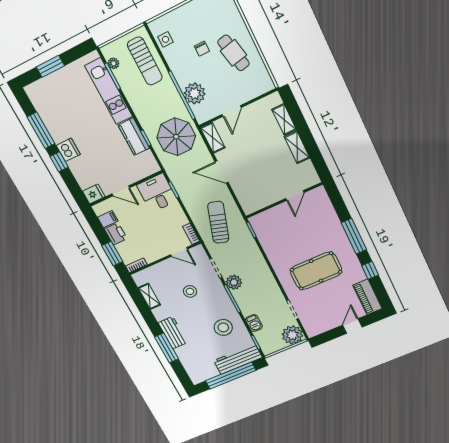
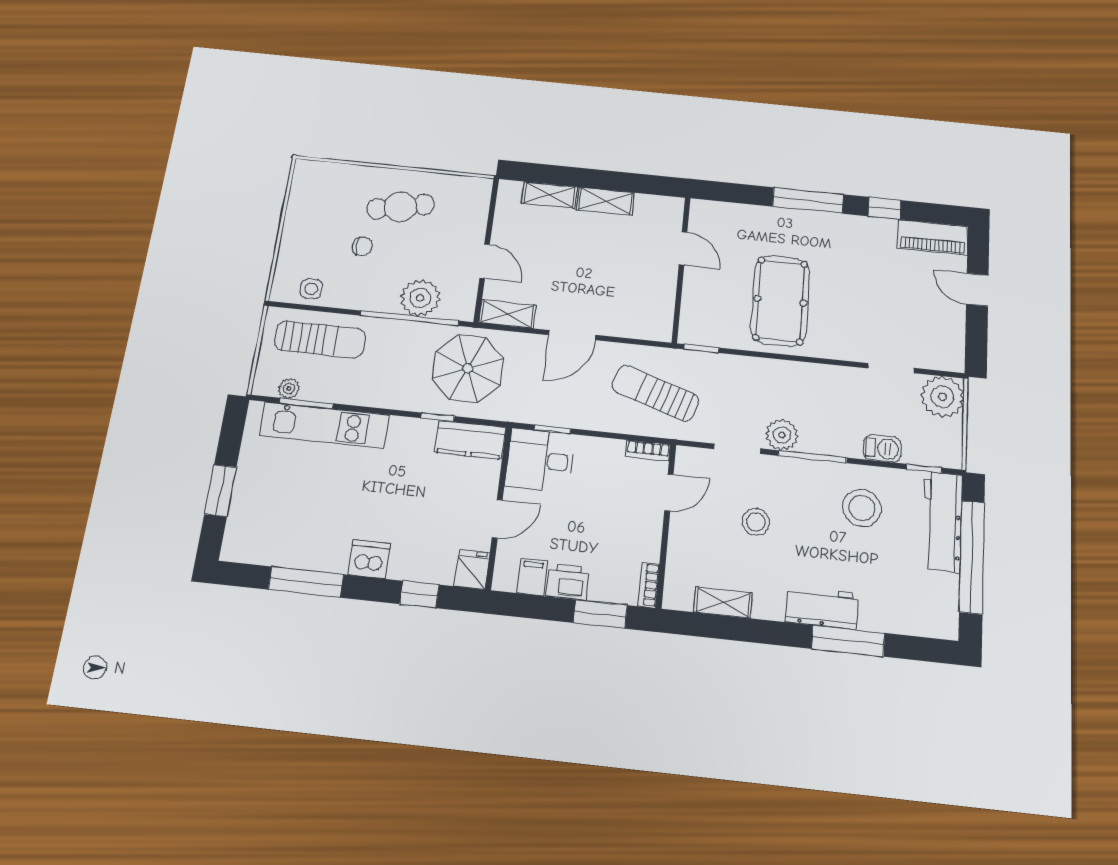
kitchen counter: (134, 137) -> (470, 440), moved
window: (59, 162) -> (419, 594), moved
pool table: (316, 271) -> (780, 301), moved

